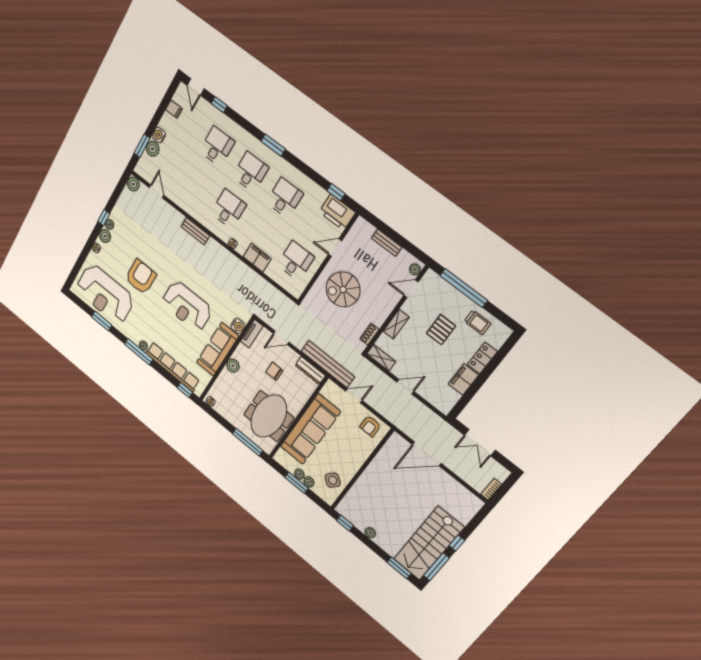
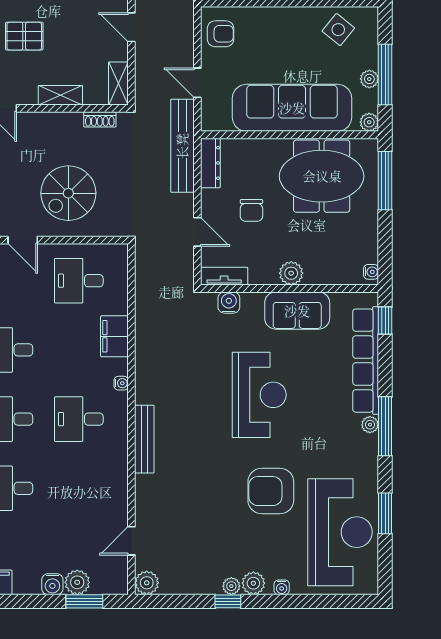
bench: (195, 231) -> (144, 439), width x1.36
spiral stairs: (343, 289) -> (68, 193), turned 90
sofa: (218, 349) -> (297, 311), width x0.73
plant: (309, 482) -> (369, 122), moved
window: (297, 483) -> (385, 74), width x1.44

